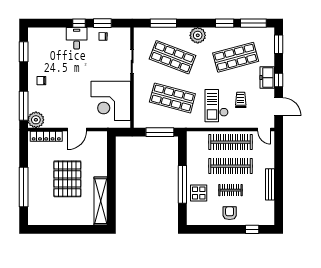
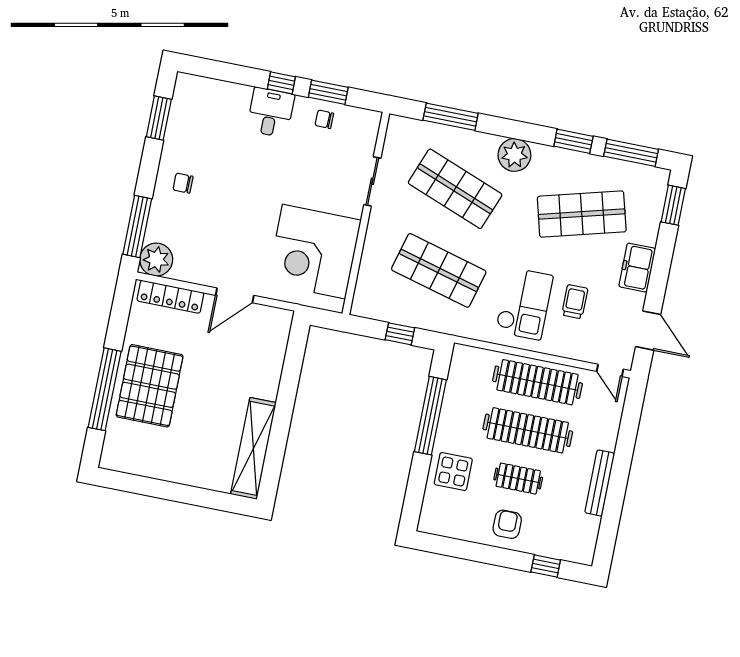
window: (279, 80) -> (659, 277), removed
checkout: (217, 106) -> (524, 304), turned 180
window: (160, 132) -> (400, 334), width x0.46
pallet: (67, 179) -> (150, 386), moved
window: (182, 184) -> (430, 416), moved

